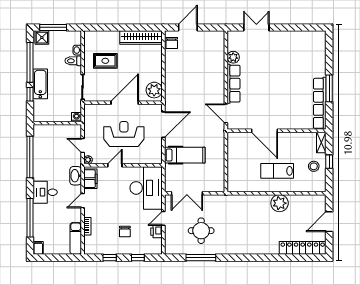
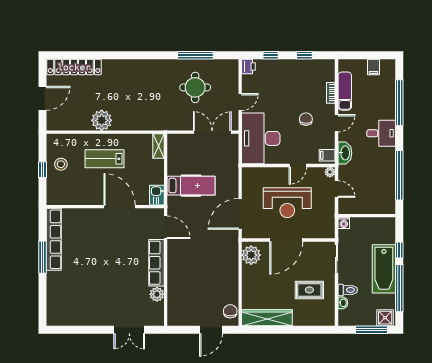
bathtub: (40, 84) -> (384, 269), width x1.36, depth x1.36
kitchen sink: (233, 140) -> (157, 195), added
shelving: (321, 142) -> (158, 146), moved
hospital bed: (185, 155) -> (191, 186), moved, turned 180
lab bench: (277, 171) -> (104, 159), turned 180
filing cabinet: (90, 179) -> (327, 155), width x0.50
chair: (125, 232) -> (306, 119), moved
printer: (156, 232) -> (248, 67), moved
exam couch: (76, 238) -> (345, 91), moved
filing cabinet: (38, 248) -> (374, 67), moved

